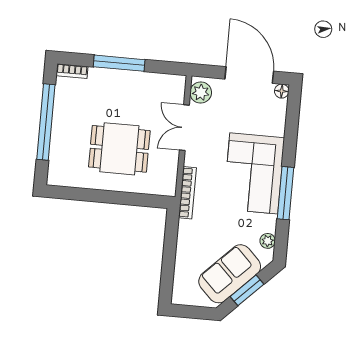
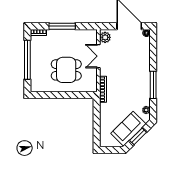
corner sofa: (254, 173) -> (136, 76), removed

